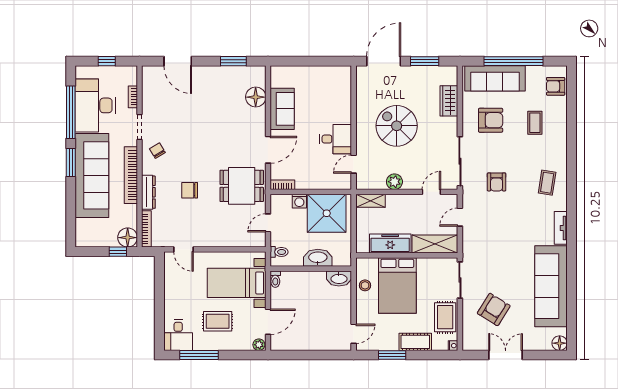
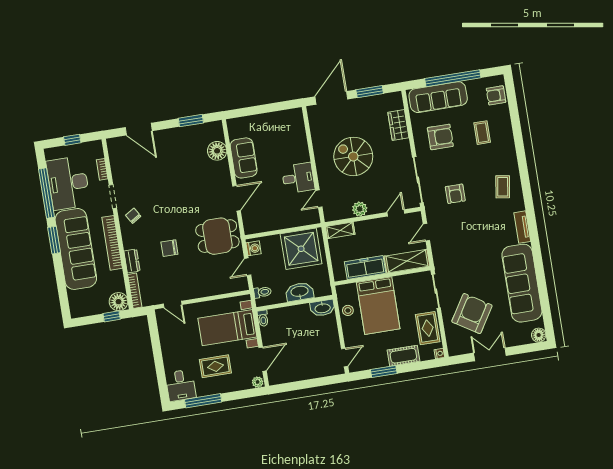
bookcase: (282, 185) -> (255, 229), removed
dresser: (148, 192) -> (132, 261), width x0.70
washing machine: (299, 201) -> (254, 248), moved, turned -90
armchair: (494, 309) -> (472, 314), width x1.36, depth x1.36

